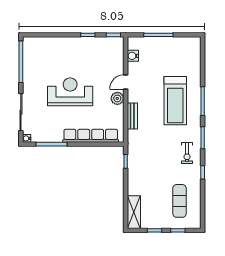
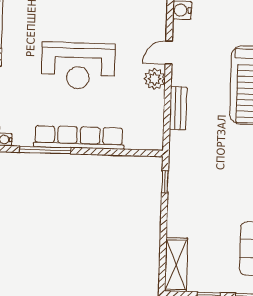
reception desk: (70, 92) -> (78, 66), turned 180
row of seats: (91, 136) -> (79, 137), moved

